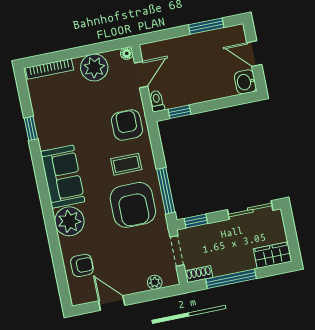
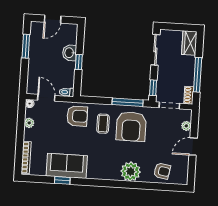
plant: (94, 68) -> (29, 123), width x0.53, depth x0.53
washbasin: (245, 82) -> (69, 53), moved, turned 90
window: (180, 112) -> (79, 62), moved
armchair: (127, 125) -> (77, 116), turned 180
sofa: (63, 177) -> (67, 166), moved
armchair: (133, 205) -> (131, 127), turned 90
armchair: (82, 265) -> (162, 171), turned 100
door: (112, 303) -> (193, 147), moved

